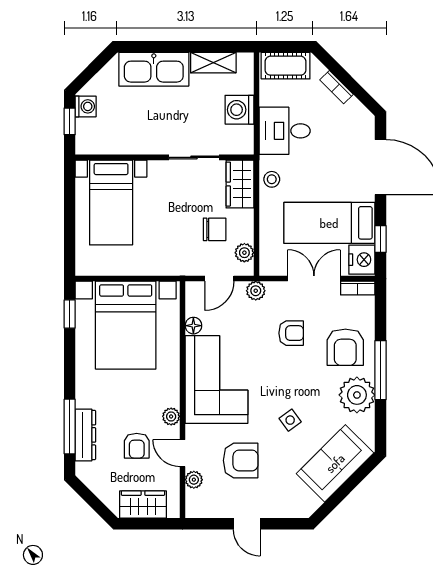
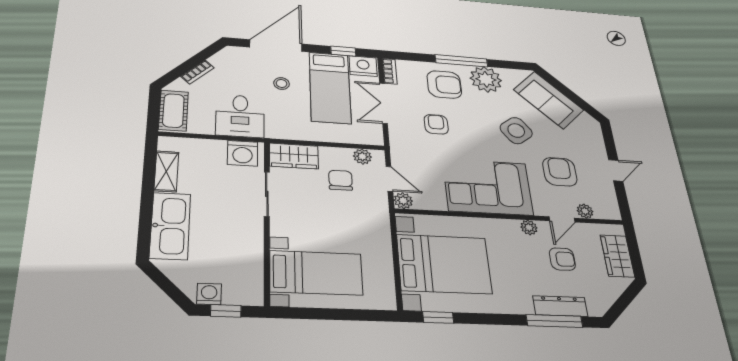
washing machine: (239, 110) -> (243, 153), moved
stool: (272, 179) -> (282, 83), moved
plant: (256, 291) -> (403, 201), moved
floor lamp: (193, 326) -> (438, 204), removed
side table: (290, 420) -> (516, 131), width x1.87, depth x1.87

